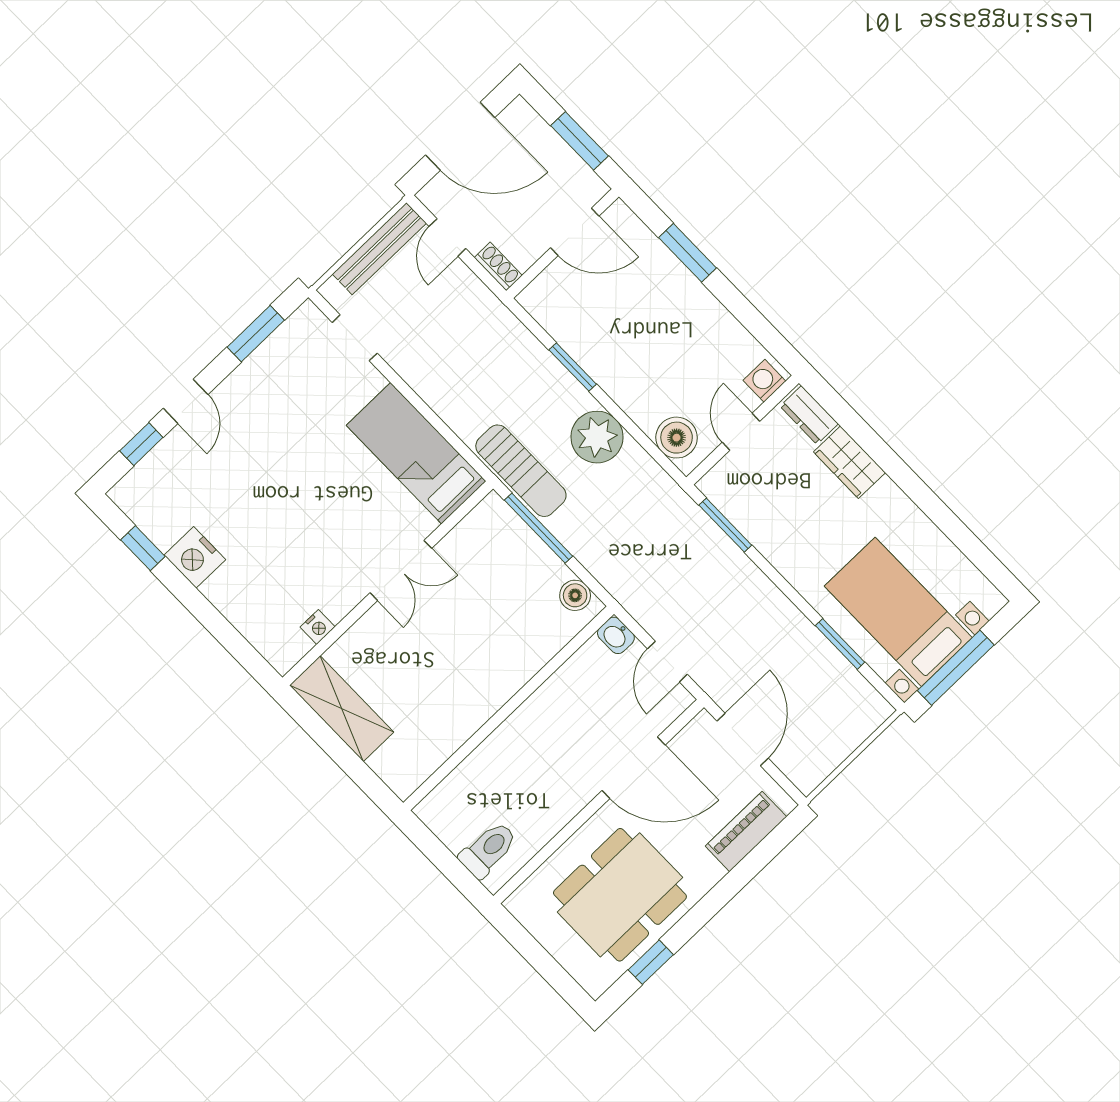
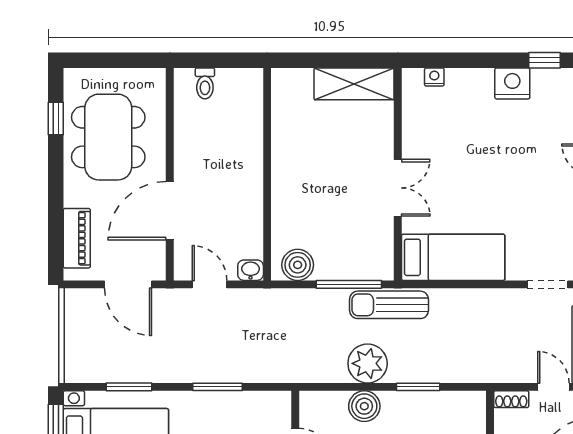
boiler: (677, 438) -> (364, 406), moved
window: (725, 525) -> (218, 387), moved
double door: (401, 571) -> (398, 188), swing flipped
boiler: (575, 595) -> (298, 265), width x1.36, depth x1.36
nightstand: (318, 627) -> (434, 77), moved, turned 90
toilet: (488, 850) -> (205, 83), width x0.73, depth x0.72

